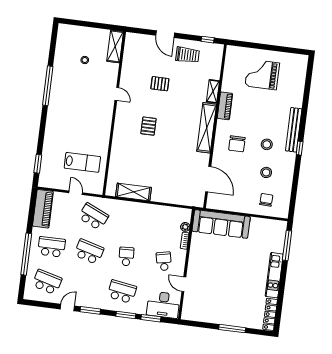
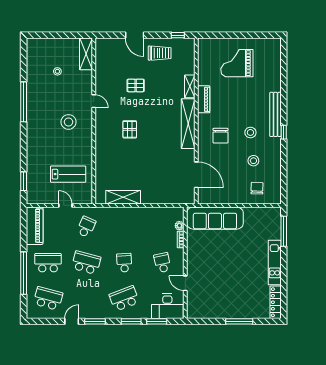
stool: (89, 111) -> (69, 122), added
school desk: (93, 217) -> (86, 227), width x0.54
school desk: (122, 292) -> (124, 298), turned -30

